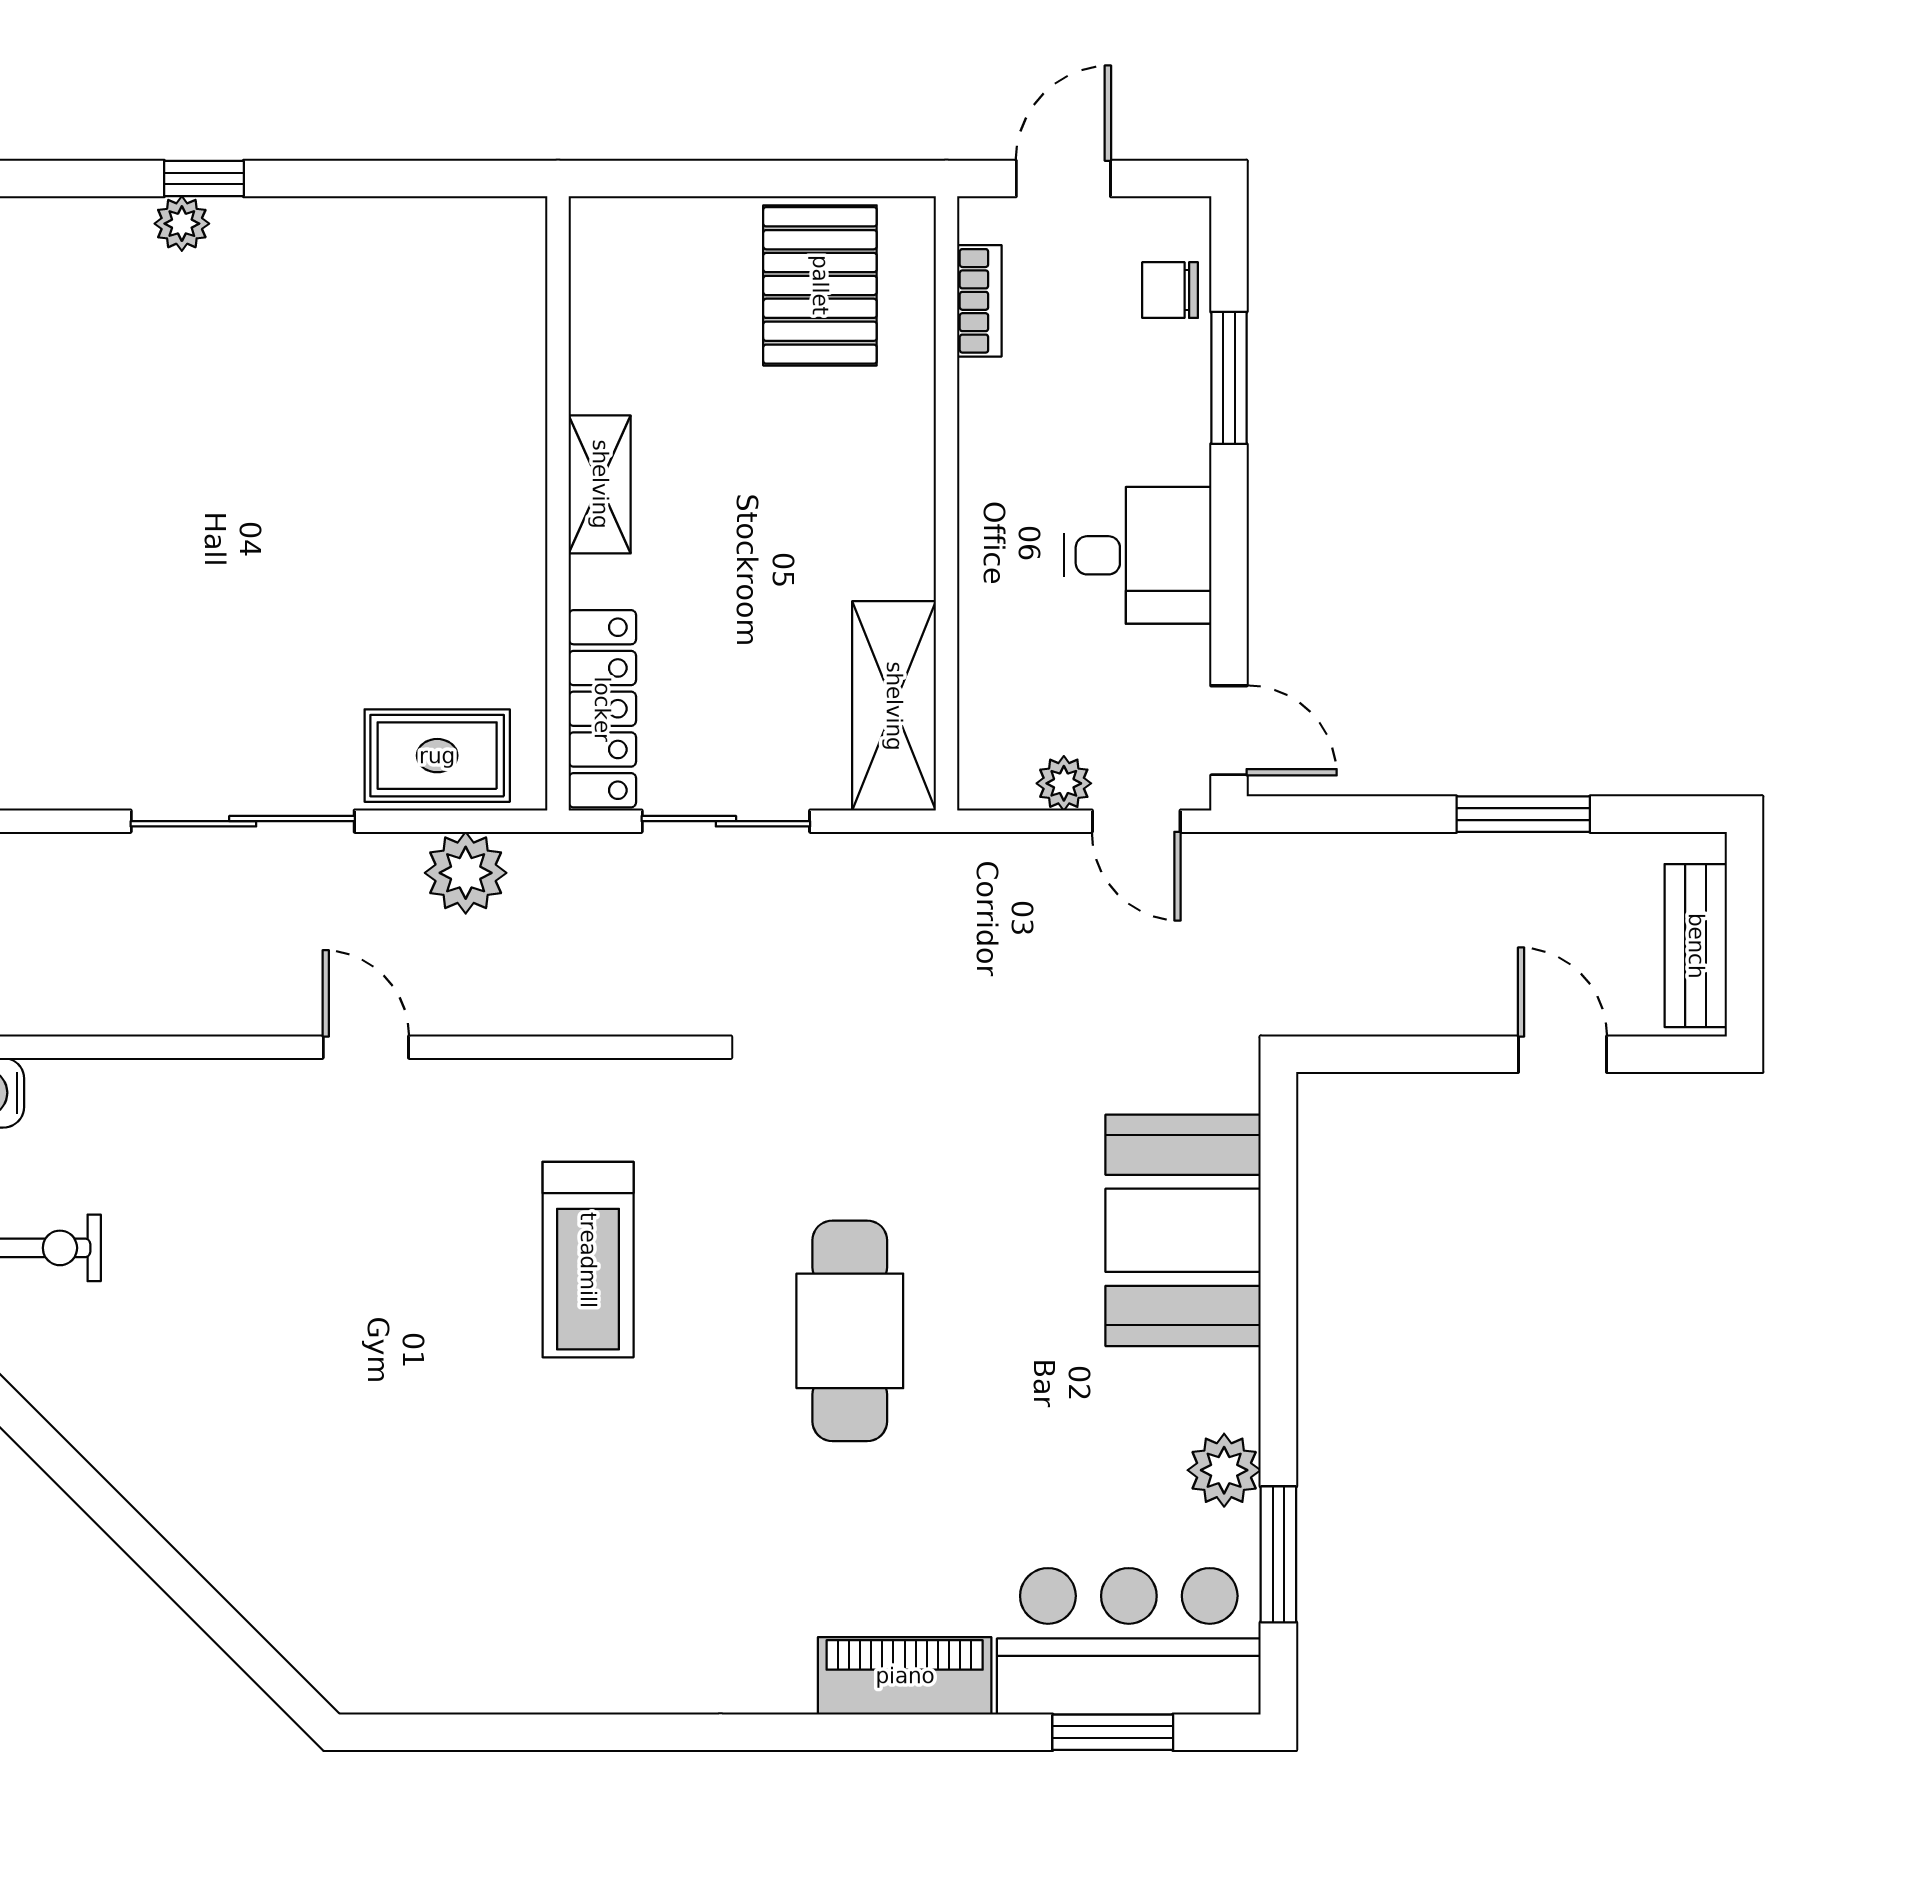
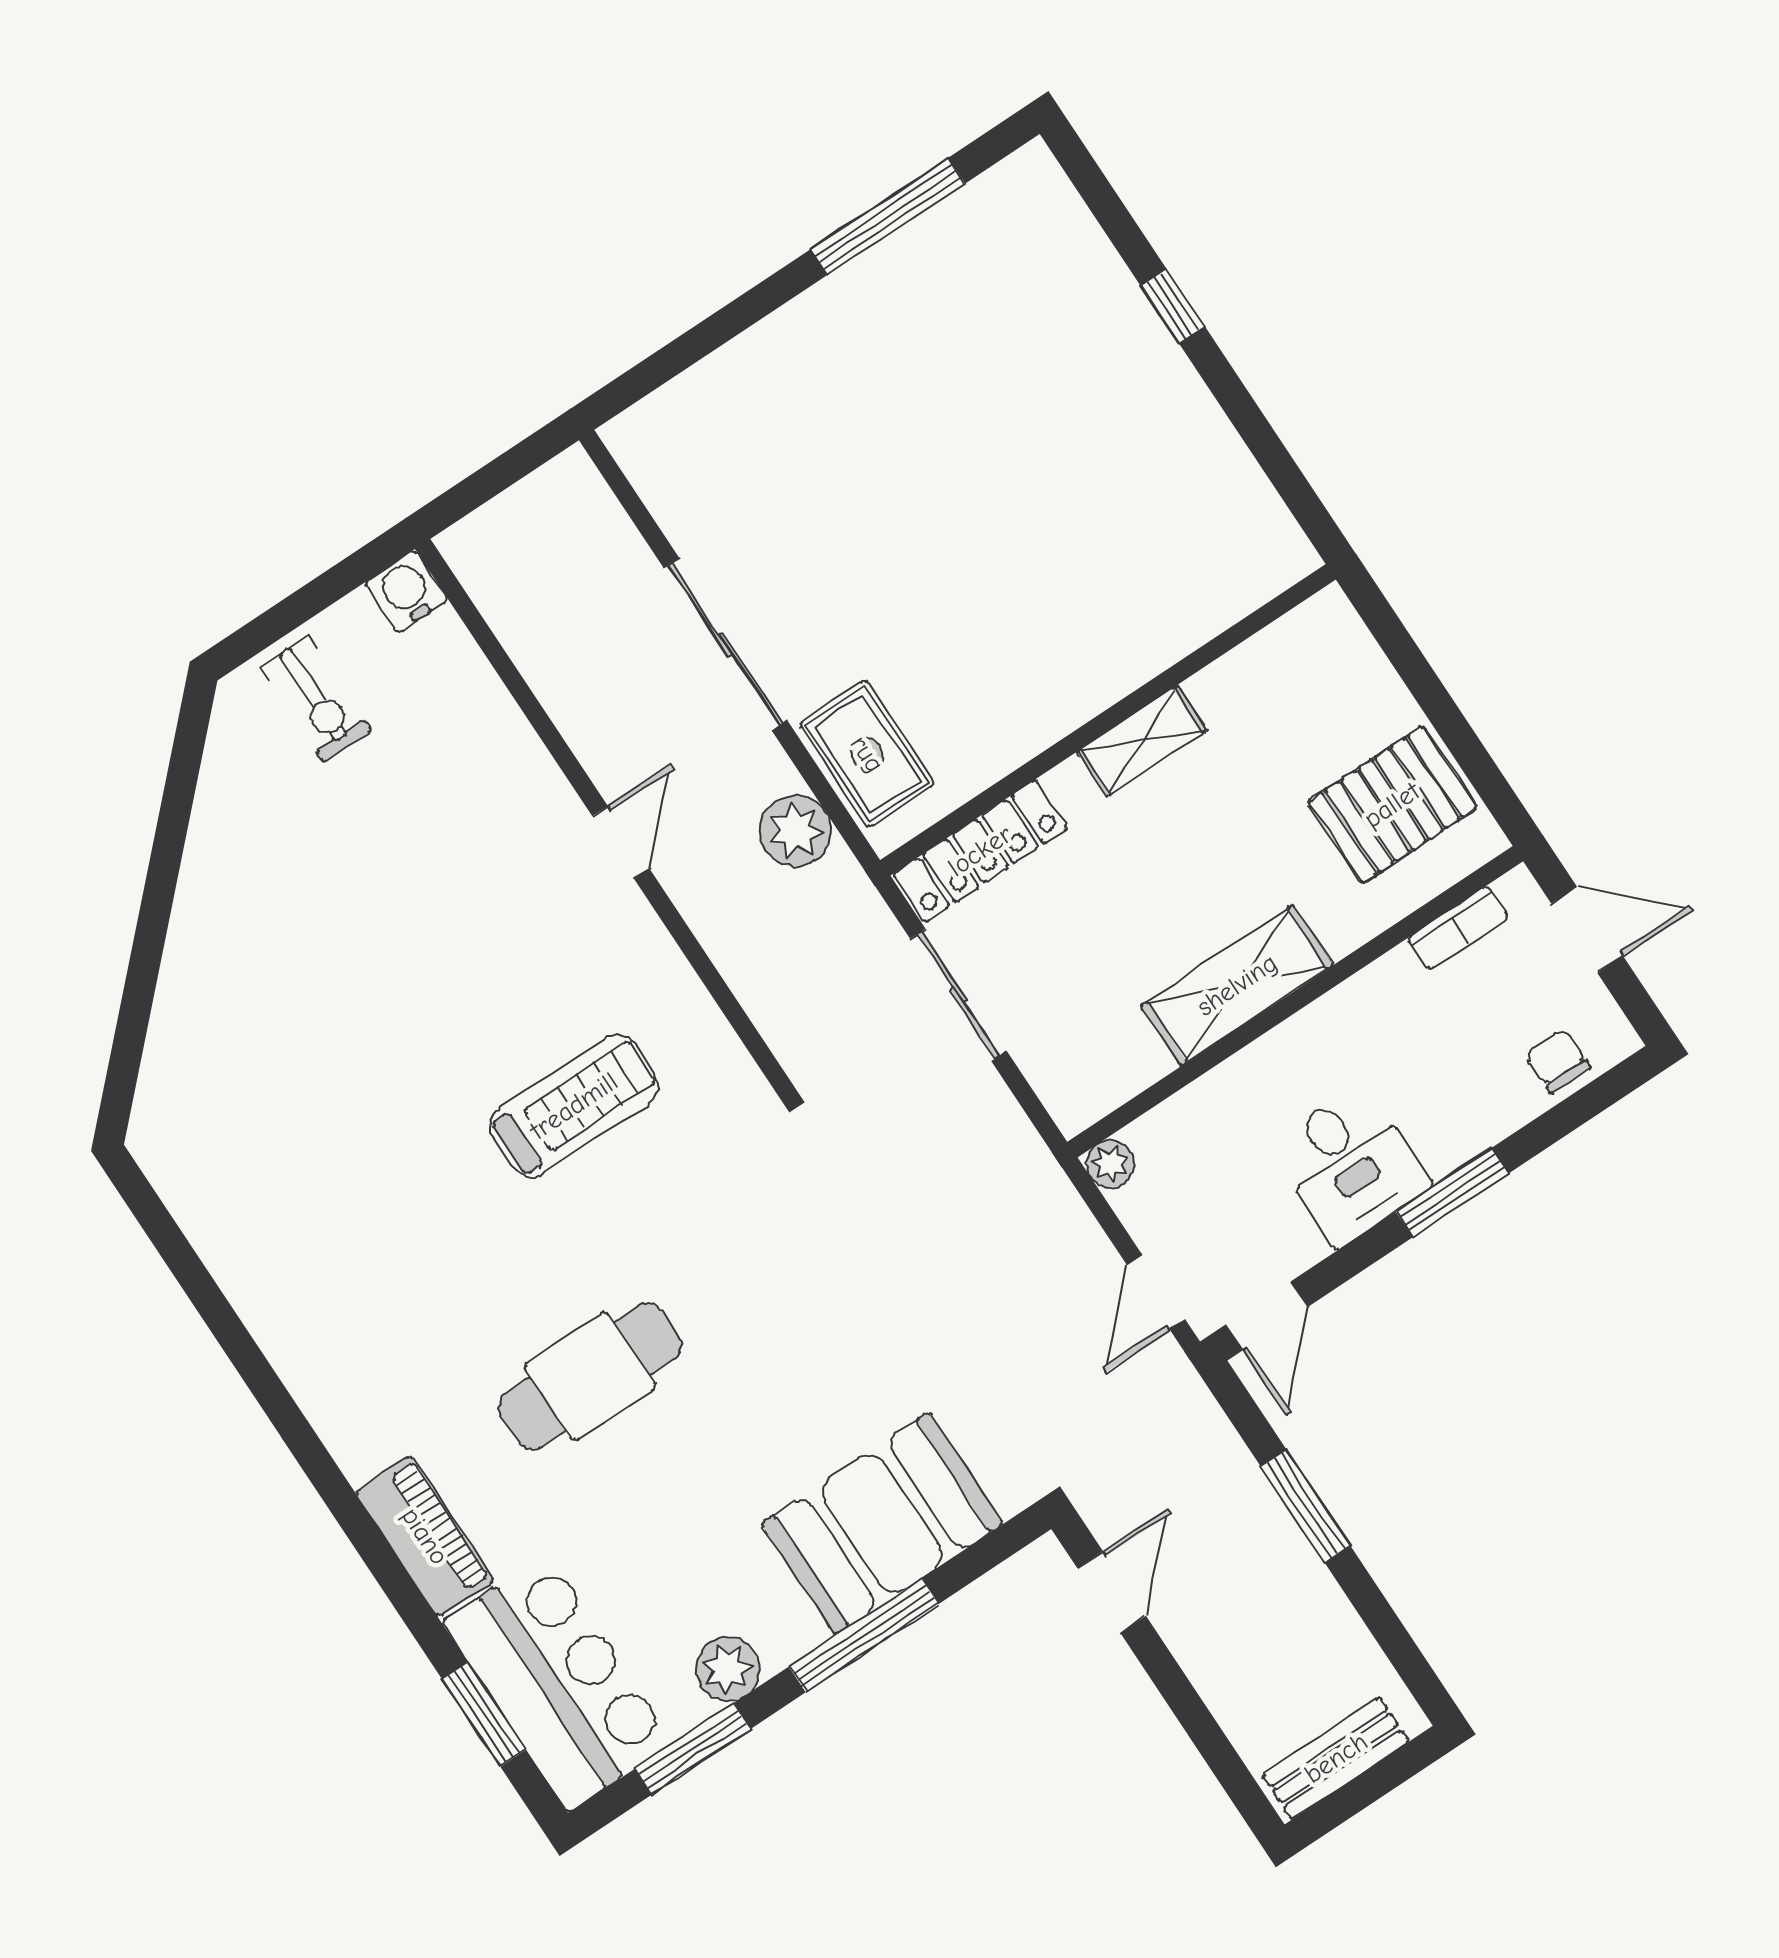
plant: (182, 224) -> (1130, 312), removed
window: (1229, 378) -> (1452, 1192), moved
shelving: (894, 706) -> (1237, 985), moved
plant: (1064, 783) -> (1110, 1164), moved
window: (1523, 814) -> (1305, 1506), moved
door: (1562, 1054) -> (1112, 1592), moved
treadmill: (588, 1260) -> (574, 1106), turned 180
window: (1278, 1319) -> (864, 1635), added
cafe table: (850, 1331) -> (590, 1376), moved

